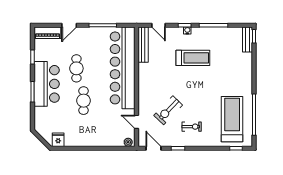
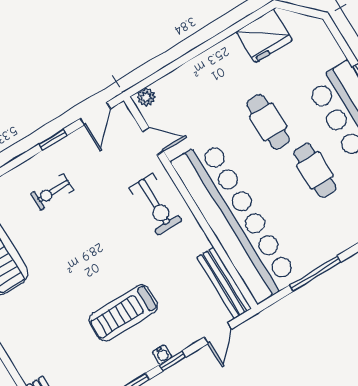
door: (158, 25) -> (218, 333), swing flipped
exercise bike: (168, 110) -> (155, 204), moved, turned 136
fridge: (58, 140) -> (264, 36), width x1.88, depth x1.34
door: (154, 148) -> (95, 114), hinge flipped

